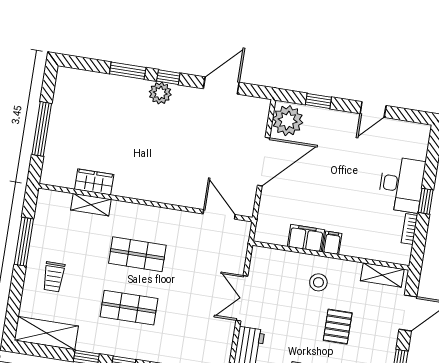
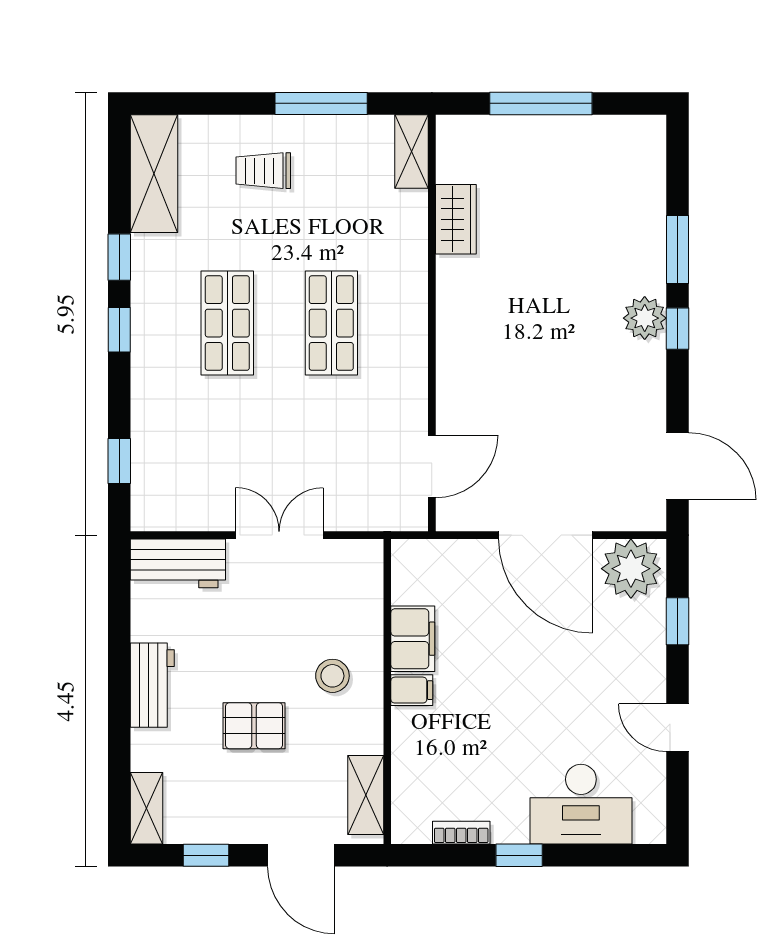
door: (221, 86) -> (678, 466), moved
desk: (401, 184) -> (581, 804), moved
shelving: (91, 205) -> (412, 152), moved

